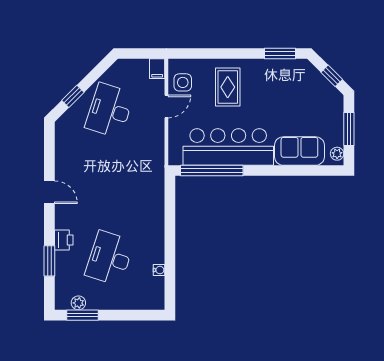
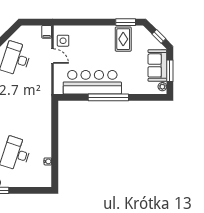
rug: (228, 87) -> (123, 39), moved
door: (166, 106) -> (53, 56), hinge flipped
sofa: (299, 151) -> (157, 65), moved, turned -90
window: (212, 171) -> (108, 97), moved

